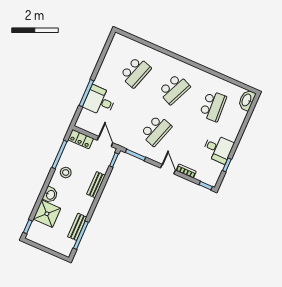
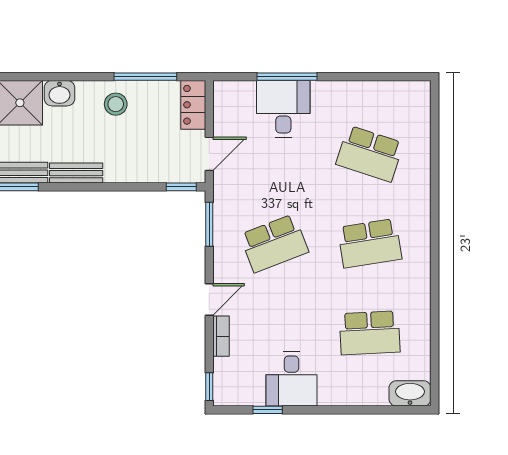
school desk: (174, 89) -> (370, 243), turned -33
school desk: (156, 130) -> (274, 243), turned -39
bench: (96, 185) -> (76, 173), moved

